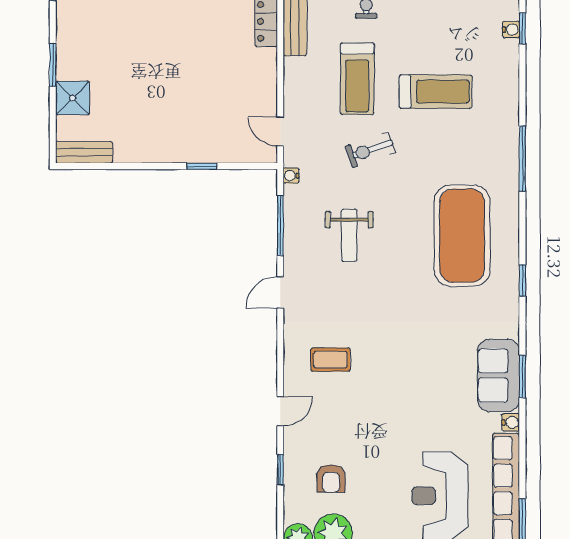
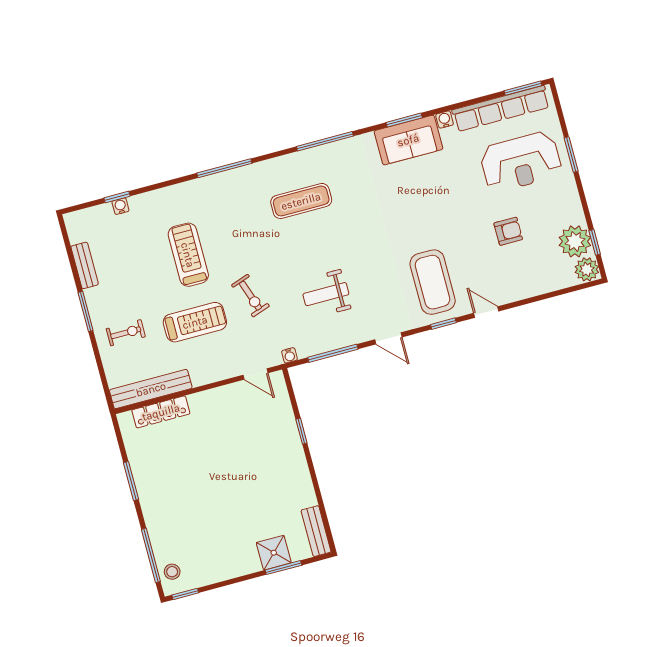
window: (53, 65) -> (283, 568), moved
door: (280, 131) -> (255, 374), hinge flipped
weight bench: (349, 235) -> (326, 294), turned 180
exercise mat: (462, 236) -> (301, 201), width x0.50, depth x0.69
window: (522, 280) -> (325, 141), width x2.17
coffee table: (331, 360) -> (433, 282), width x1.86, depth x1.72
window: (280, 470) -> (443, 324), moved
armchair: (331, 479) -> (508, 231), moved

